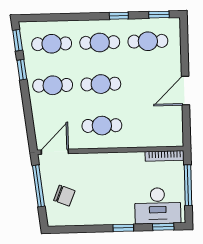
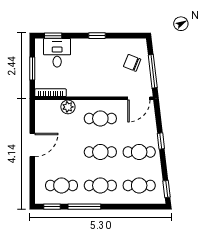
window: (119, 16) -> (84, 207), width x2.17
window: (22, 70) -> (161, 141), moved
plant: (142, 139) -> (68, 107), added
window: (188, 185) -> (32, 69), width x0.69
desk: (158, 206) -> (57, 53), width x0.73
window: (123, 228) -> (97, 36), moved

